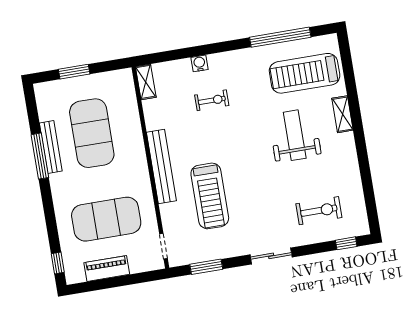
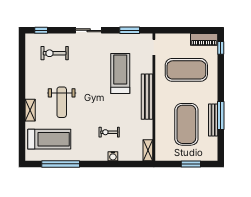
piano: (107, 269) -> (204, 39), moved

